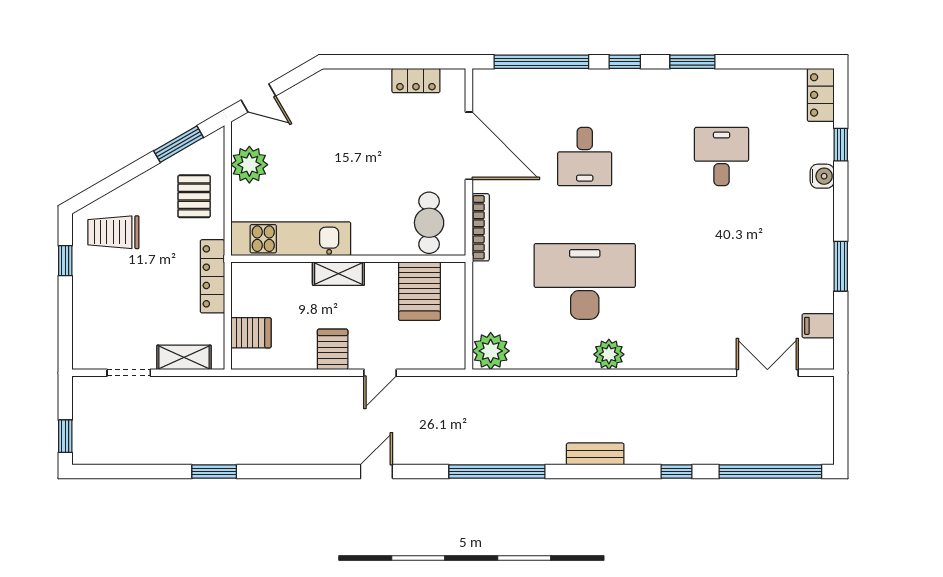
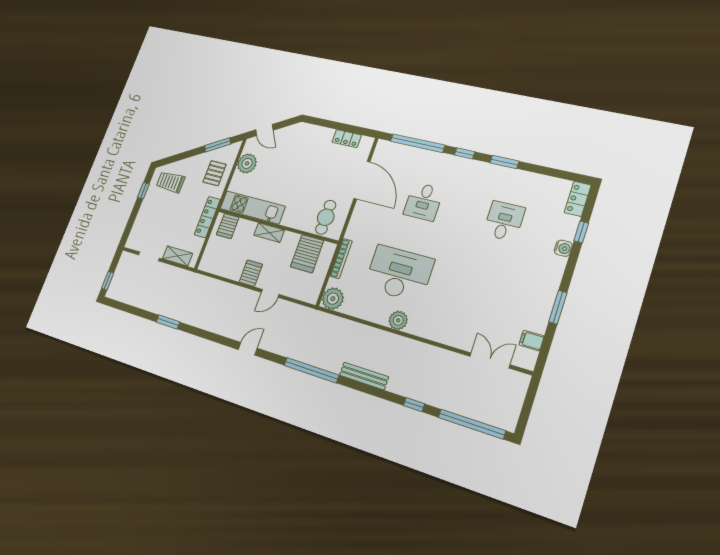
bookcase: (481, 227) -> (341, 259), moved
server rack: (251, 333) -> (228, 226), moved, turned 90
bench: (595, 454) -> (364, 376), width x1.36

